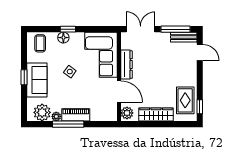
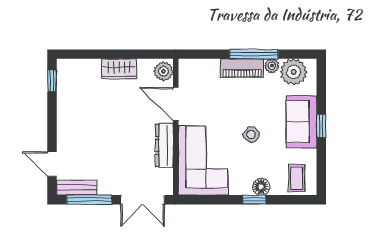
rug: (185, 100) -> (74, 90), removed
wardrobe: (156, 114) -> (119, 69), width x0.67

